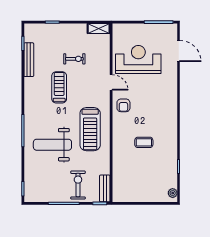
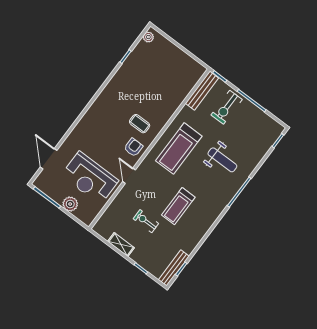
shelving: (99, 28) -> (121, 245), moved
plant: (138, 30) -> (70, 204), added
bench: (29, 60) -> (174, 268), moved
treadmill: (90, 129) -> (179, 149), turned 180
coffee table: (144, 142) -> (140, 124), moved
weight bench: (52, 145) -> (222, 160), width x0.73, depth x0.75
bench: (105, 188) -> (202, 91), width x1.36

